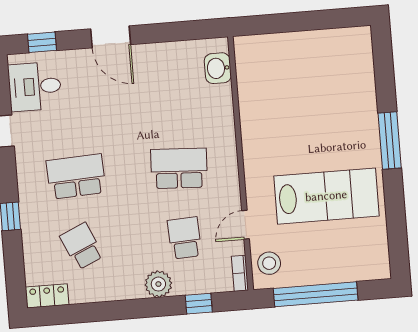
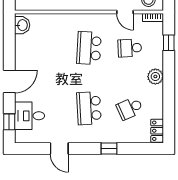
washbasin: (218, 68) -> (22, 25), moved, turned -90
desk: (35, 87) -> (30, 116), moved, turned 90
plant: (158, 284) -> (155, 77), moved

